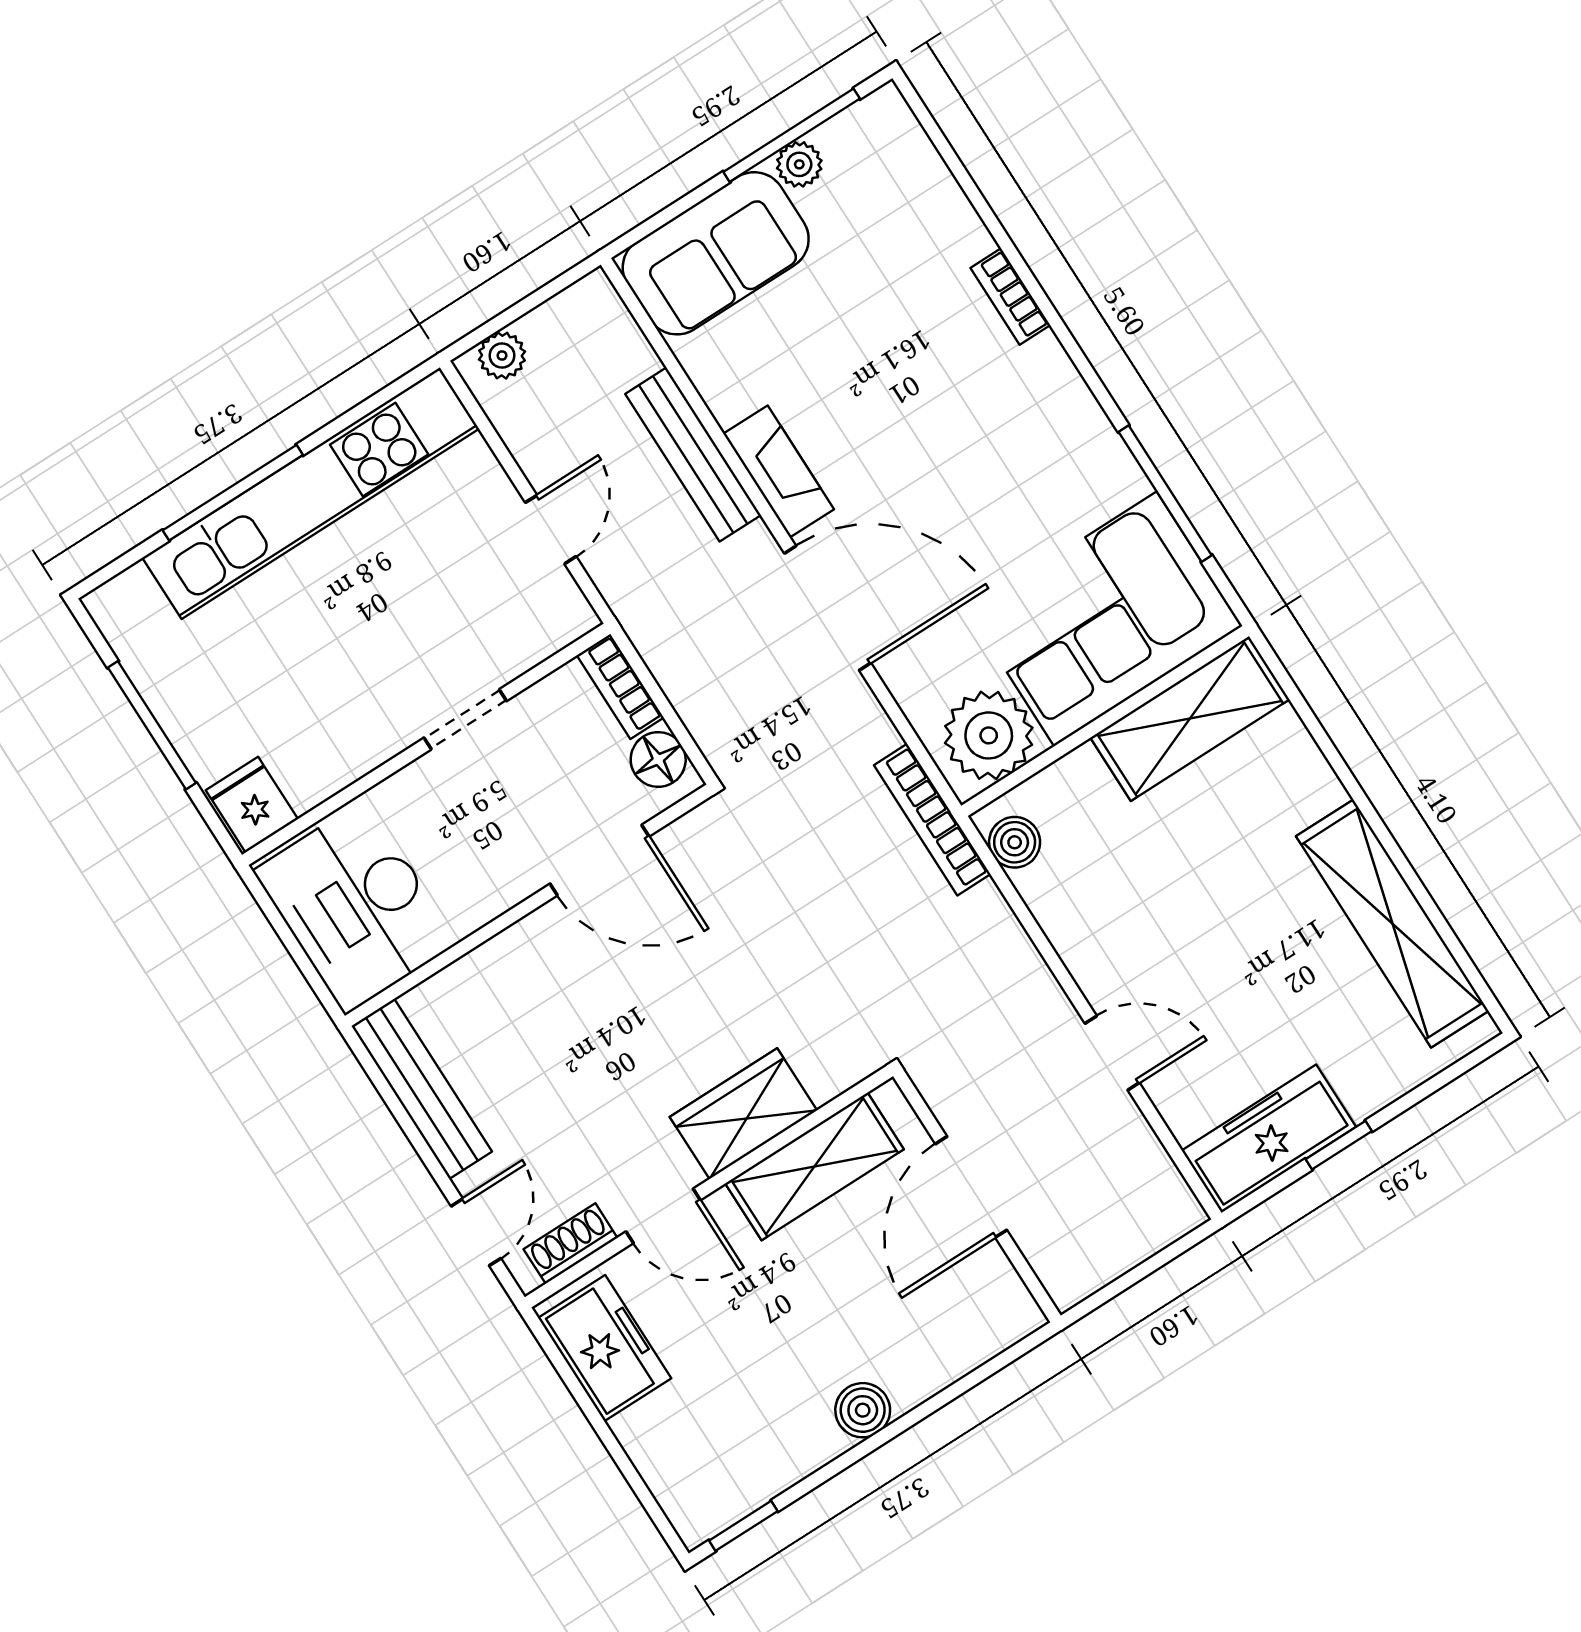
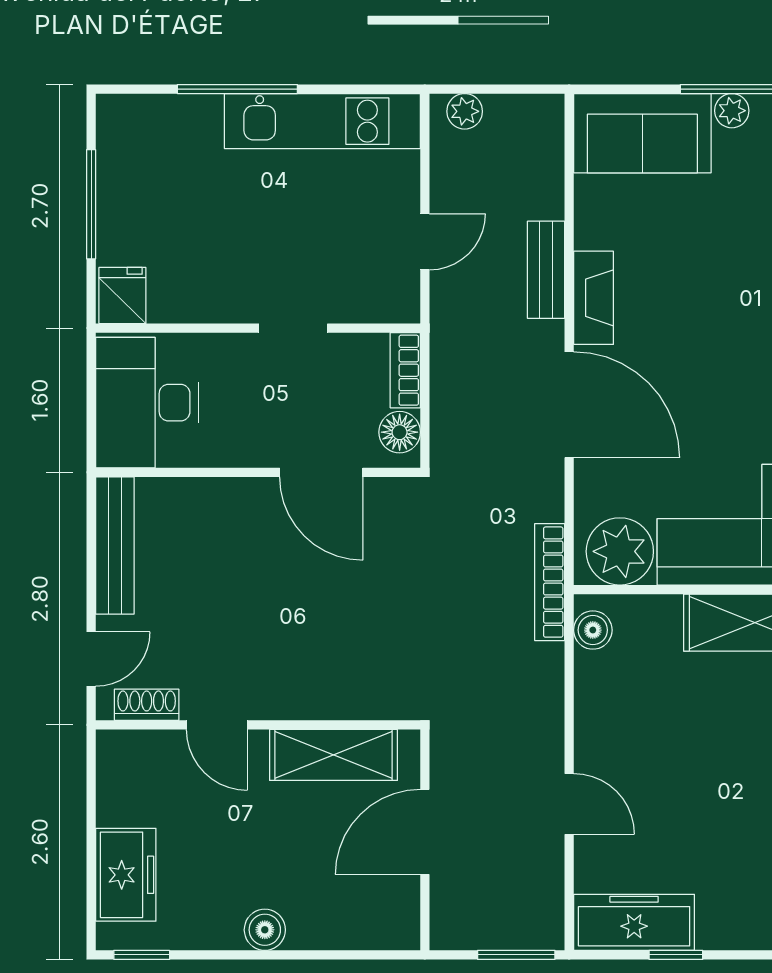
bench: (693, 454) -> (546, 270), width x0.73
kitchen unit: (311, 493) -> (322, 121), width x0.73
wardrobe: (743, 1114) -> (310, 692), removed
window: (1161, 1259) -> (516, 955), added
freezer: (605, 1348) -> (126, 875), moved

